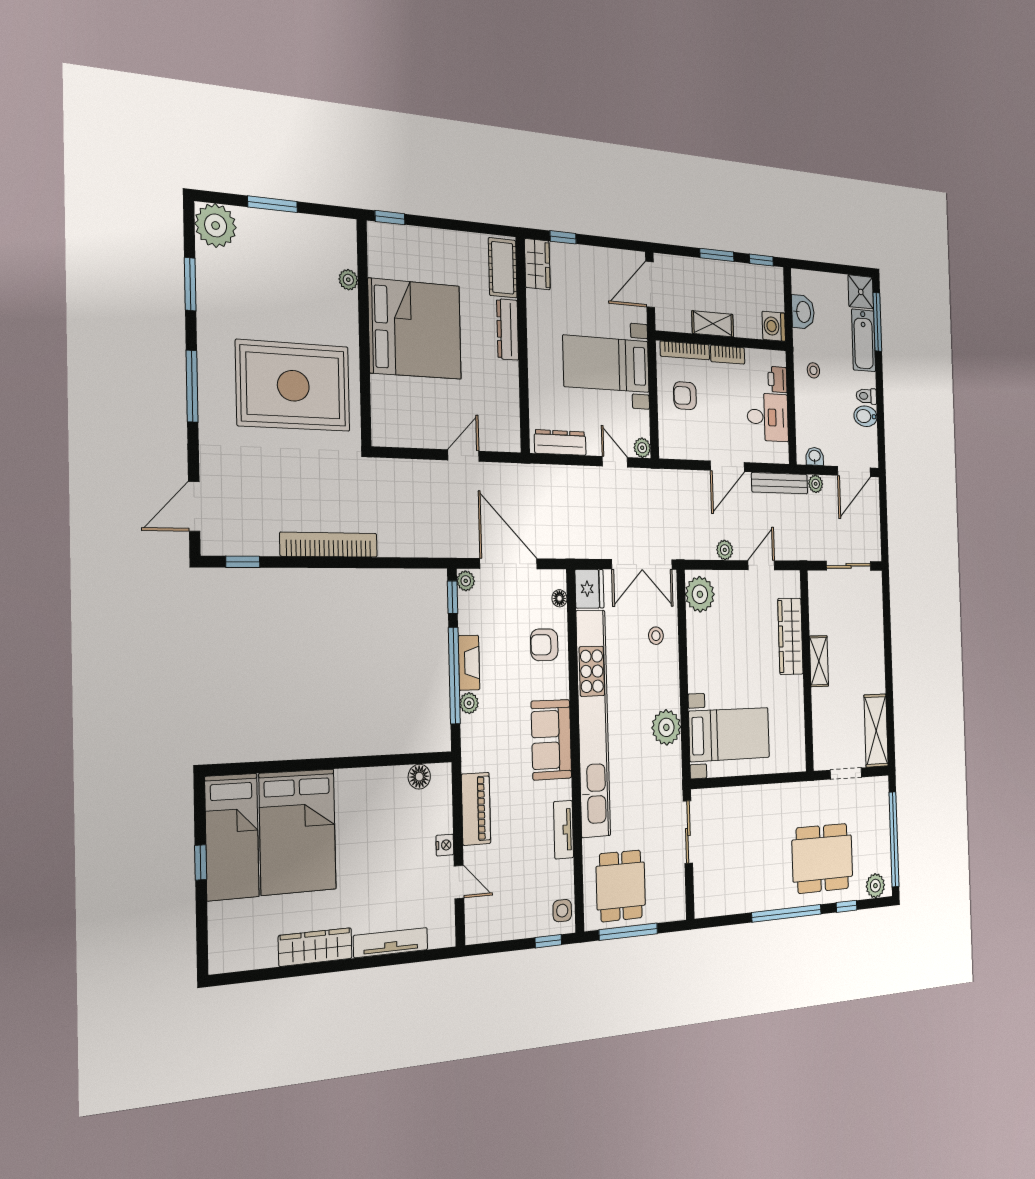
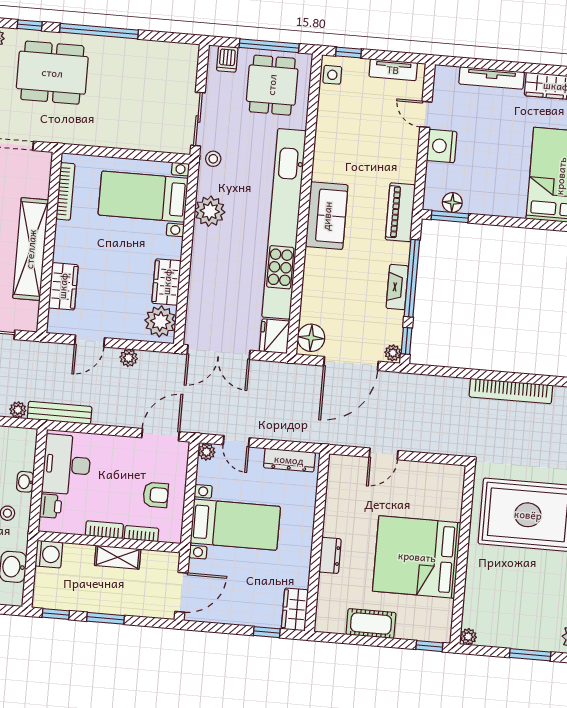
cot: (503, 268) -> (371, 624), moved, turned 90
plant: (348, 280) -> (468, 637), moved
dresser: (508, 329) -> (330, 555), width x0.70
bookcase: (685, 350) -> (141, 534), width x0.64
desk: (768, 417) -> (67, 465), width x1.37
washbasin: (815, 456) -> (25, 482), moved, turned 90
door: (727, 466) -> (160, 435), moved
door: (509, 564) -> (351, 364), hinge flipped
double door: (642, 564) -> (219, 352), swing flipped
floor lamp: (559, 598) -> (311, 338), width x1.89, depth x1.89
stool: (656, 636) -> (213, 159), moved
wardrobe: (790, 636) -> (63, 286), width x0.67
wardrobe: (699, 640) -> (167, 282), added
armchair: (544, 645) -> (325, 294), removed
shelving: (819, 661) -> (31, 249), width x2.20, depth x1.33
plant: (469, 703) -> (401, 255), removed
bookcase: (798, 729) -> (65, 191), added
window: (420, 759) -> (450, 217), added
piano: (476, 809) -> (400, 212), moved
tv unit: (564, 830) -> (393, 70), moved, turned 90
nightstand: (445, 845) -> (442, 146), width x1.89, depth x1.79
dishwasher: (667, 907) -> (227, 59), added

